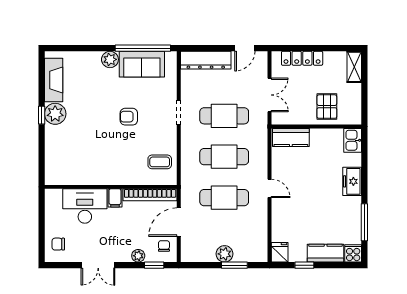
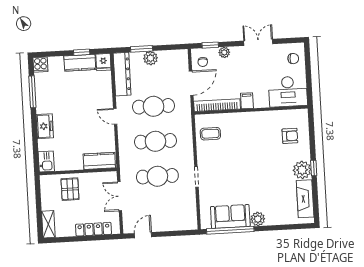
dresser: (206, 60) -> (122, 74), moved, turned 90
armchair: (129, 117) -> (290, 136), moved
desk: (85, 206) -> (288, 92), moved
kitchen counter: (326, 253) -> (80, 63), moved

